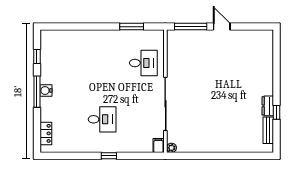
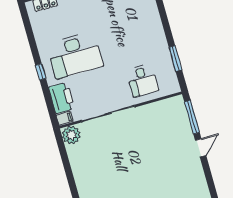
desk: (102, 119) -> (75, 55), width x1.87, depth x1.30
printer: (139, 143) -> (62, 98), added
plant: (171, 148) -> (71, 135), width x1.88, depth x1.88

